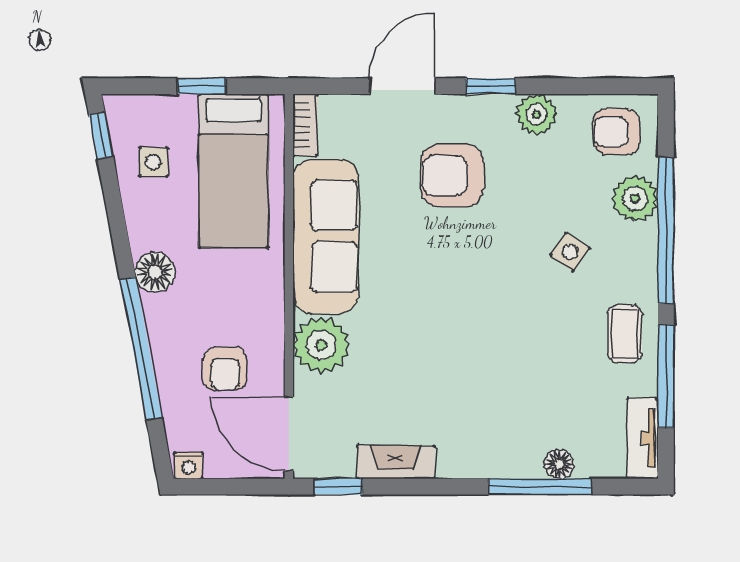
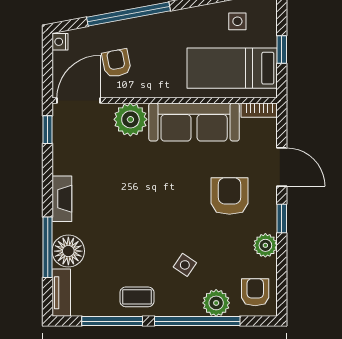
floor lamp: (155, 272) -> (173, 22), removed
armchair: (225, 369) -> (116, 63), turned 79
tv unit: (643, 438) -> (61, 293), moved, turned 90
fireplace: (396, 462) -> (62, 199), moved
floor lamp: (559, 464) -> (68, 251), width x1.89, depth x1.89

